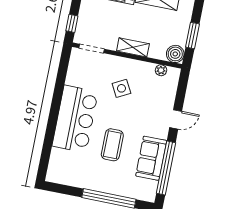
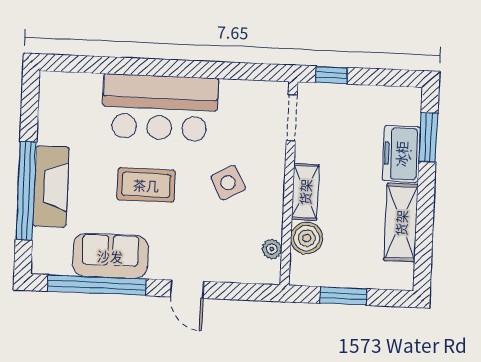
boiler: (175, 54) -> (307, 238), moved
coffee table: (112, 145) -> (146, 185), moved
fireplace: (109, 185) -> (51, 186), added

